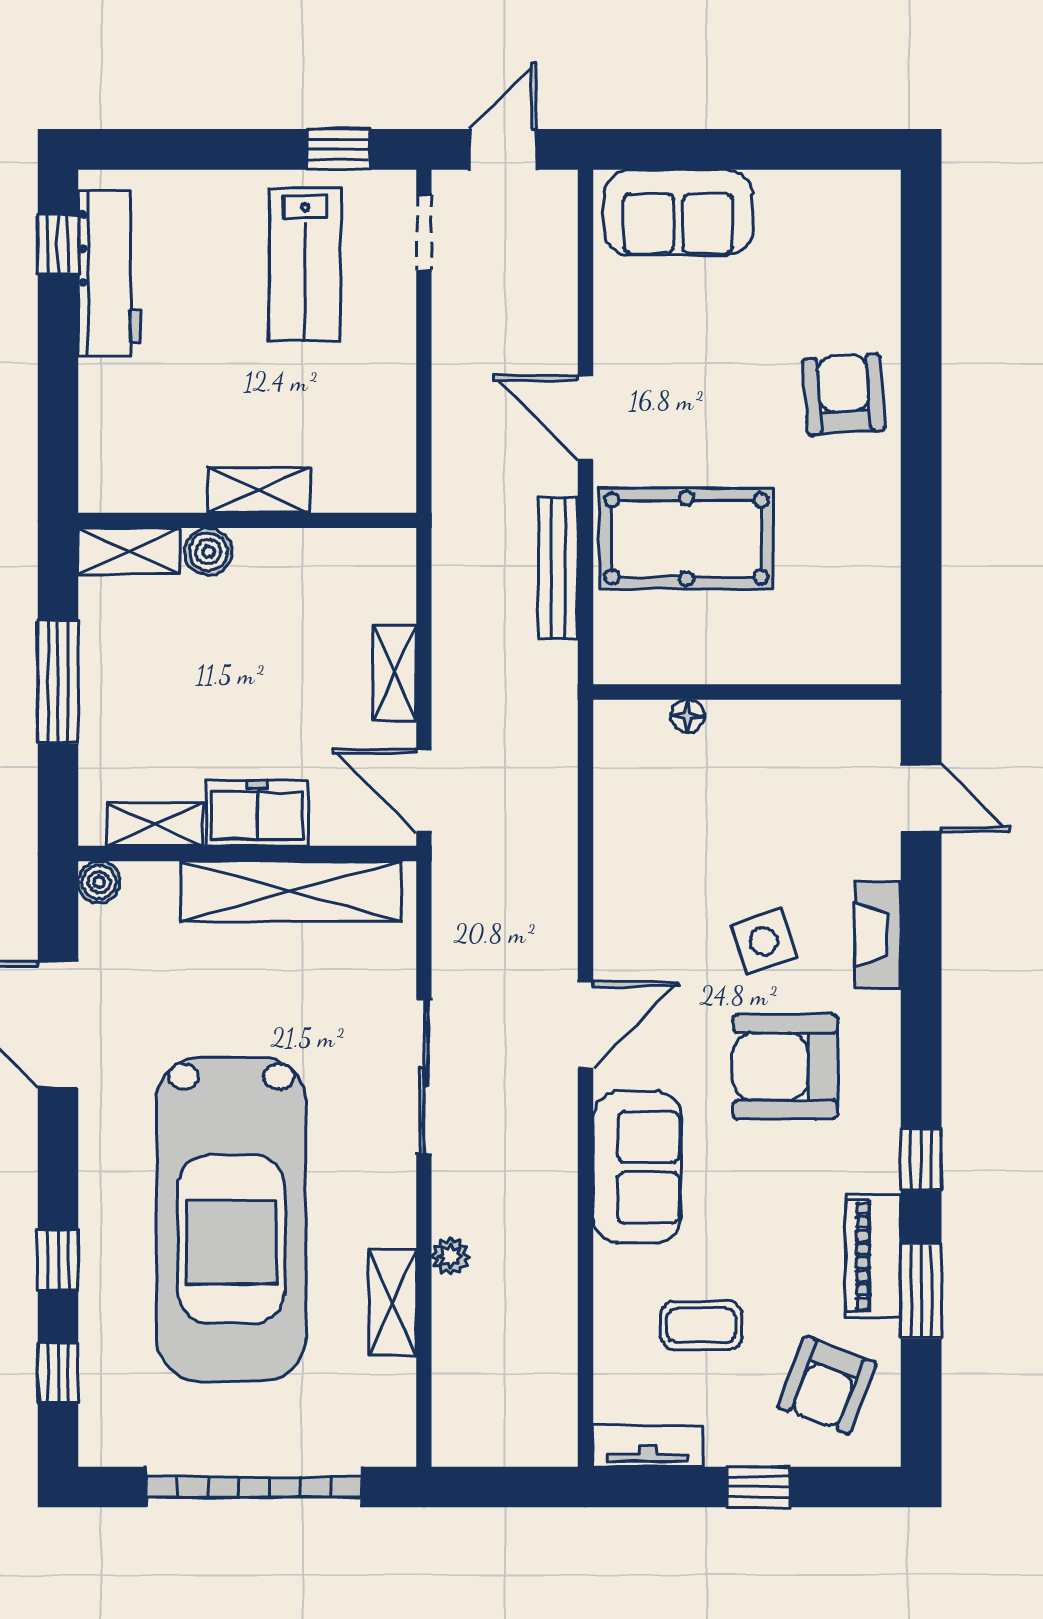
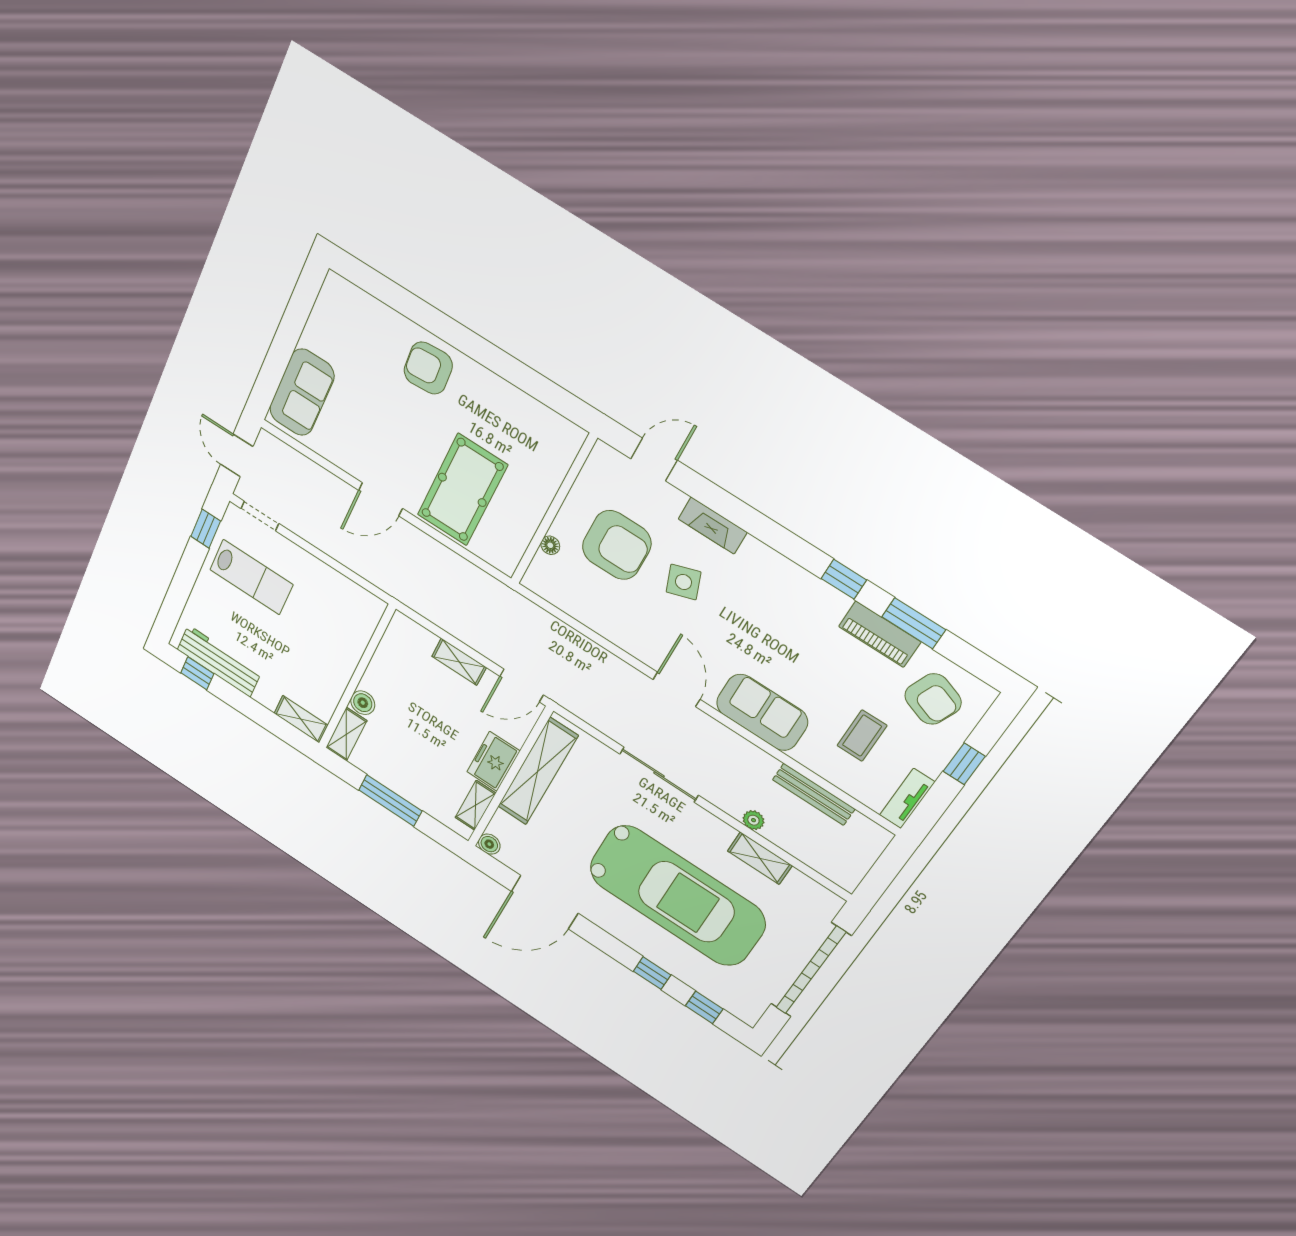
shelving: (259, 490) -> (301, 719), moved, turned 90
bench: (558, 568) -> (814, 794), moved
armchair: (785, 1067) -> (617, 545), moved, turned -90

